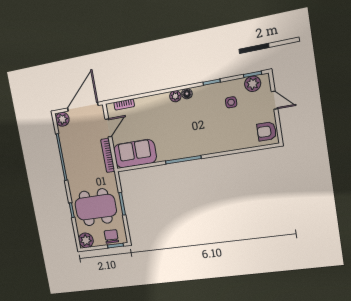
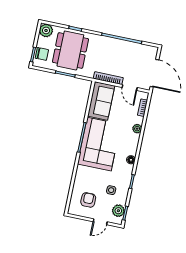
plant: (175, 96) -> (137, 129), moved
plant: (62, 119) -> (152, 52), removed
armchair: (267, 131) -> (88, 200), moved
corner sofa: (183, 137) -> (99, 144), added

